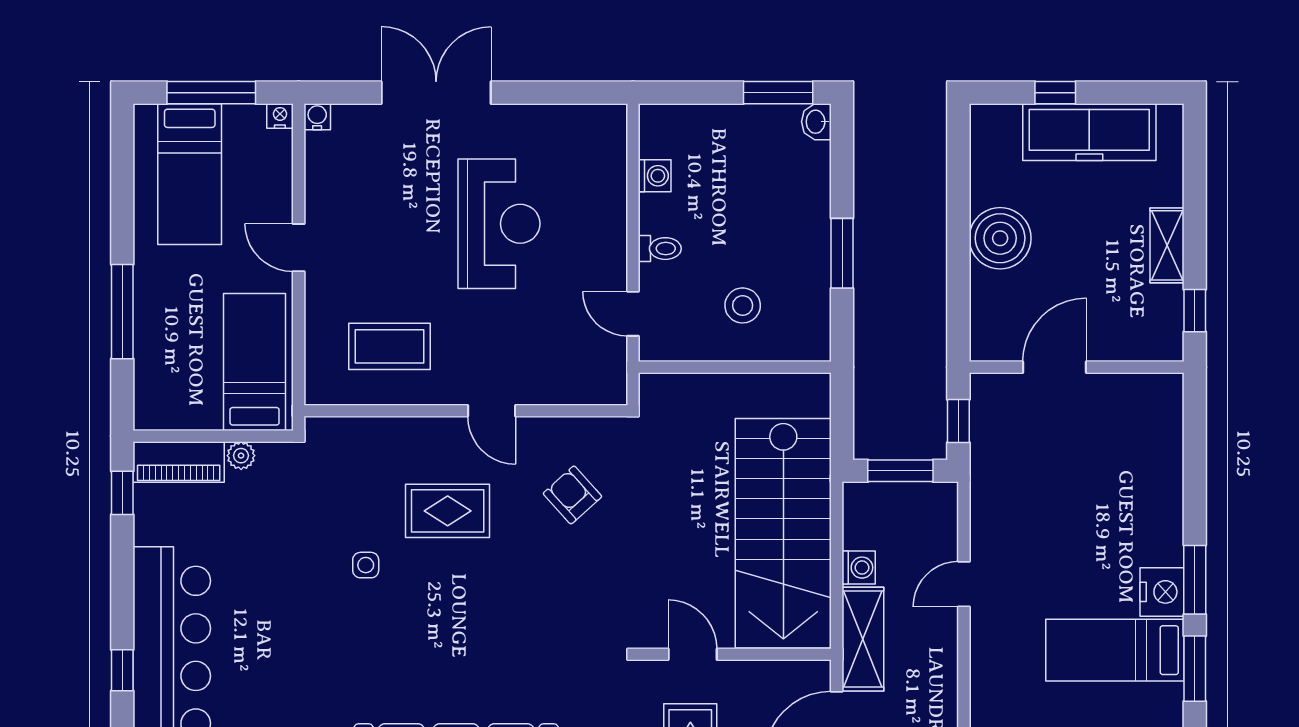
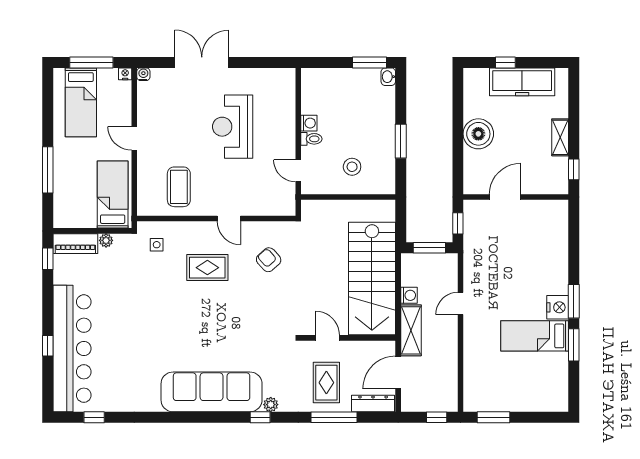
washing machine: (655, 176) -> (309, 123), moved
reception desk: (499, 224) -> (233, 127), turned 180
coffee table: (389, 346) -> (179, 187), turned 90
side table: (366, 565) -> (157, 245), moved

